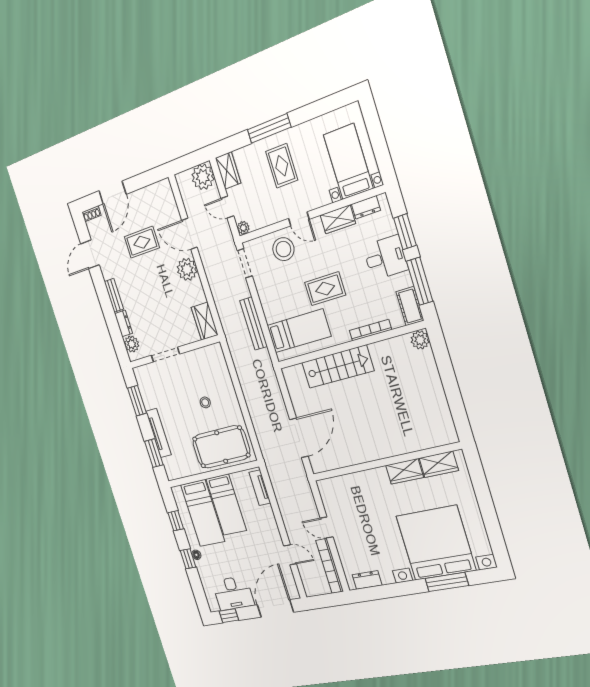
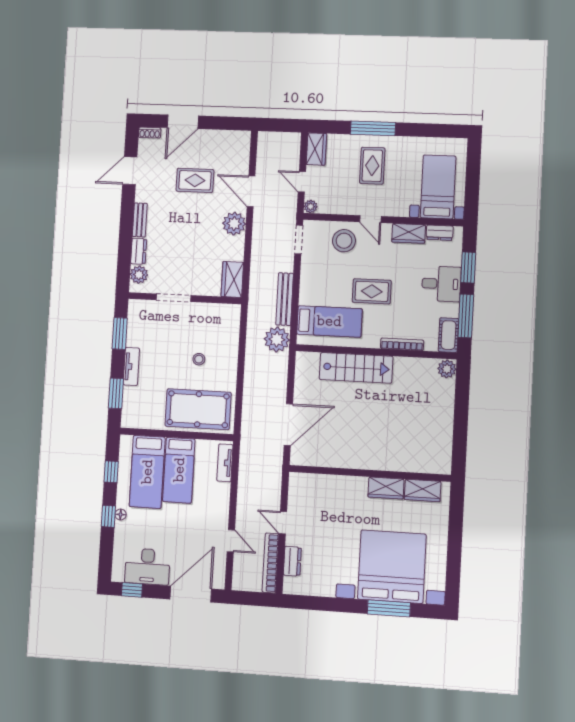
plant: (203, 177) -> (277, 339), moved
tv unit: (159, 433) -> (131, 367), width x0.71
dresser: (367, 580) -> (292, 561), moved, turned 90

